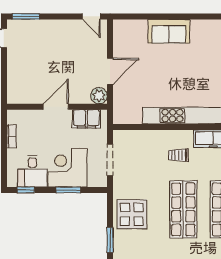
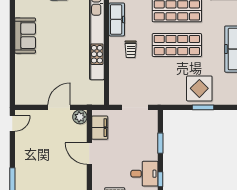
sofa: (169, 31) -> (25, 36), moved
door: (110, 71) -> (59, 107), hinge flipped
corner desk: (68, 168) -> (141, 144), removed
display table: (132, 214) -> (199, 88), moved

